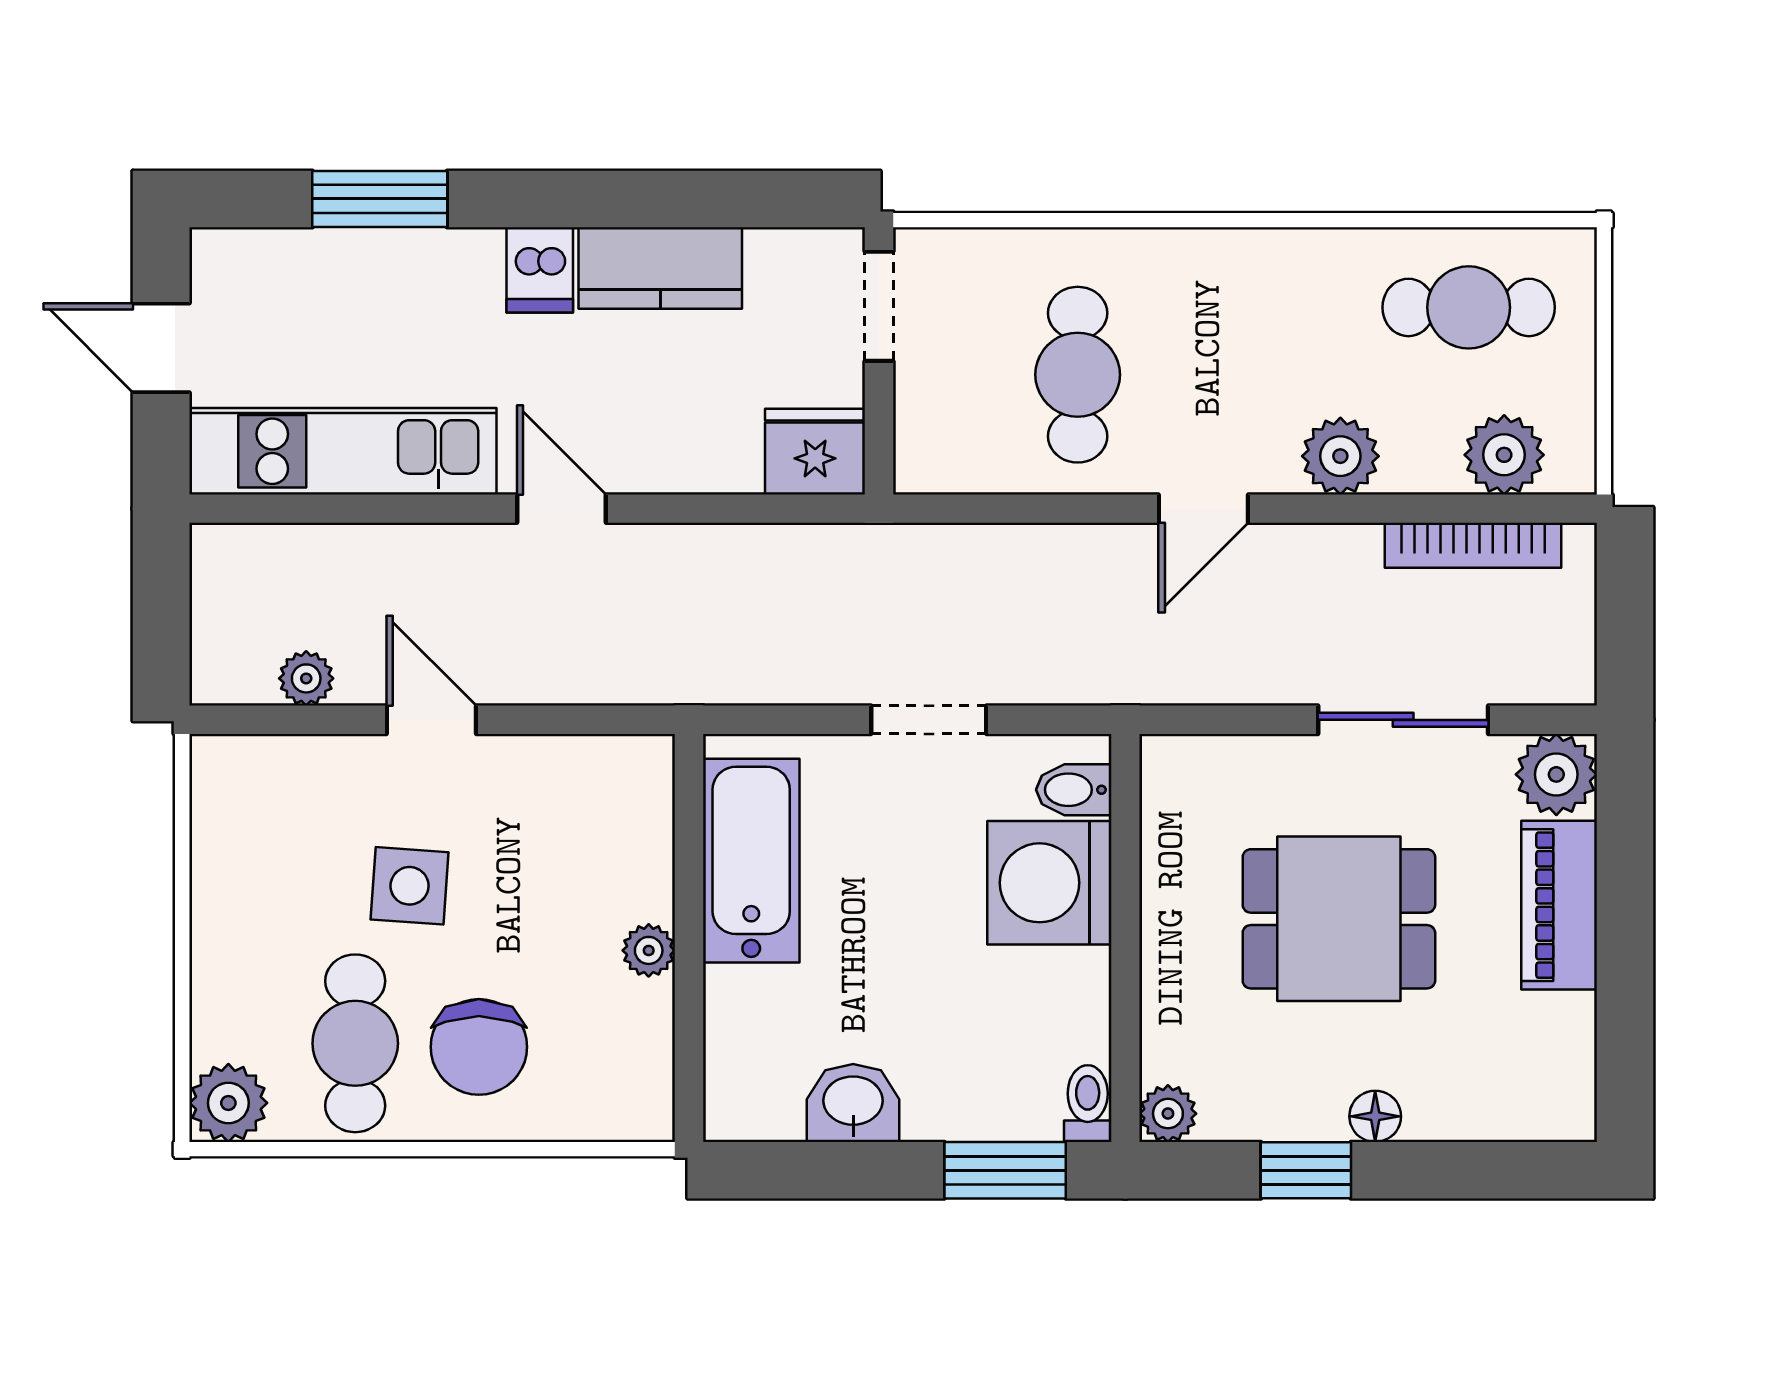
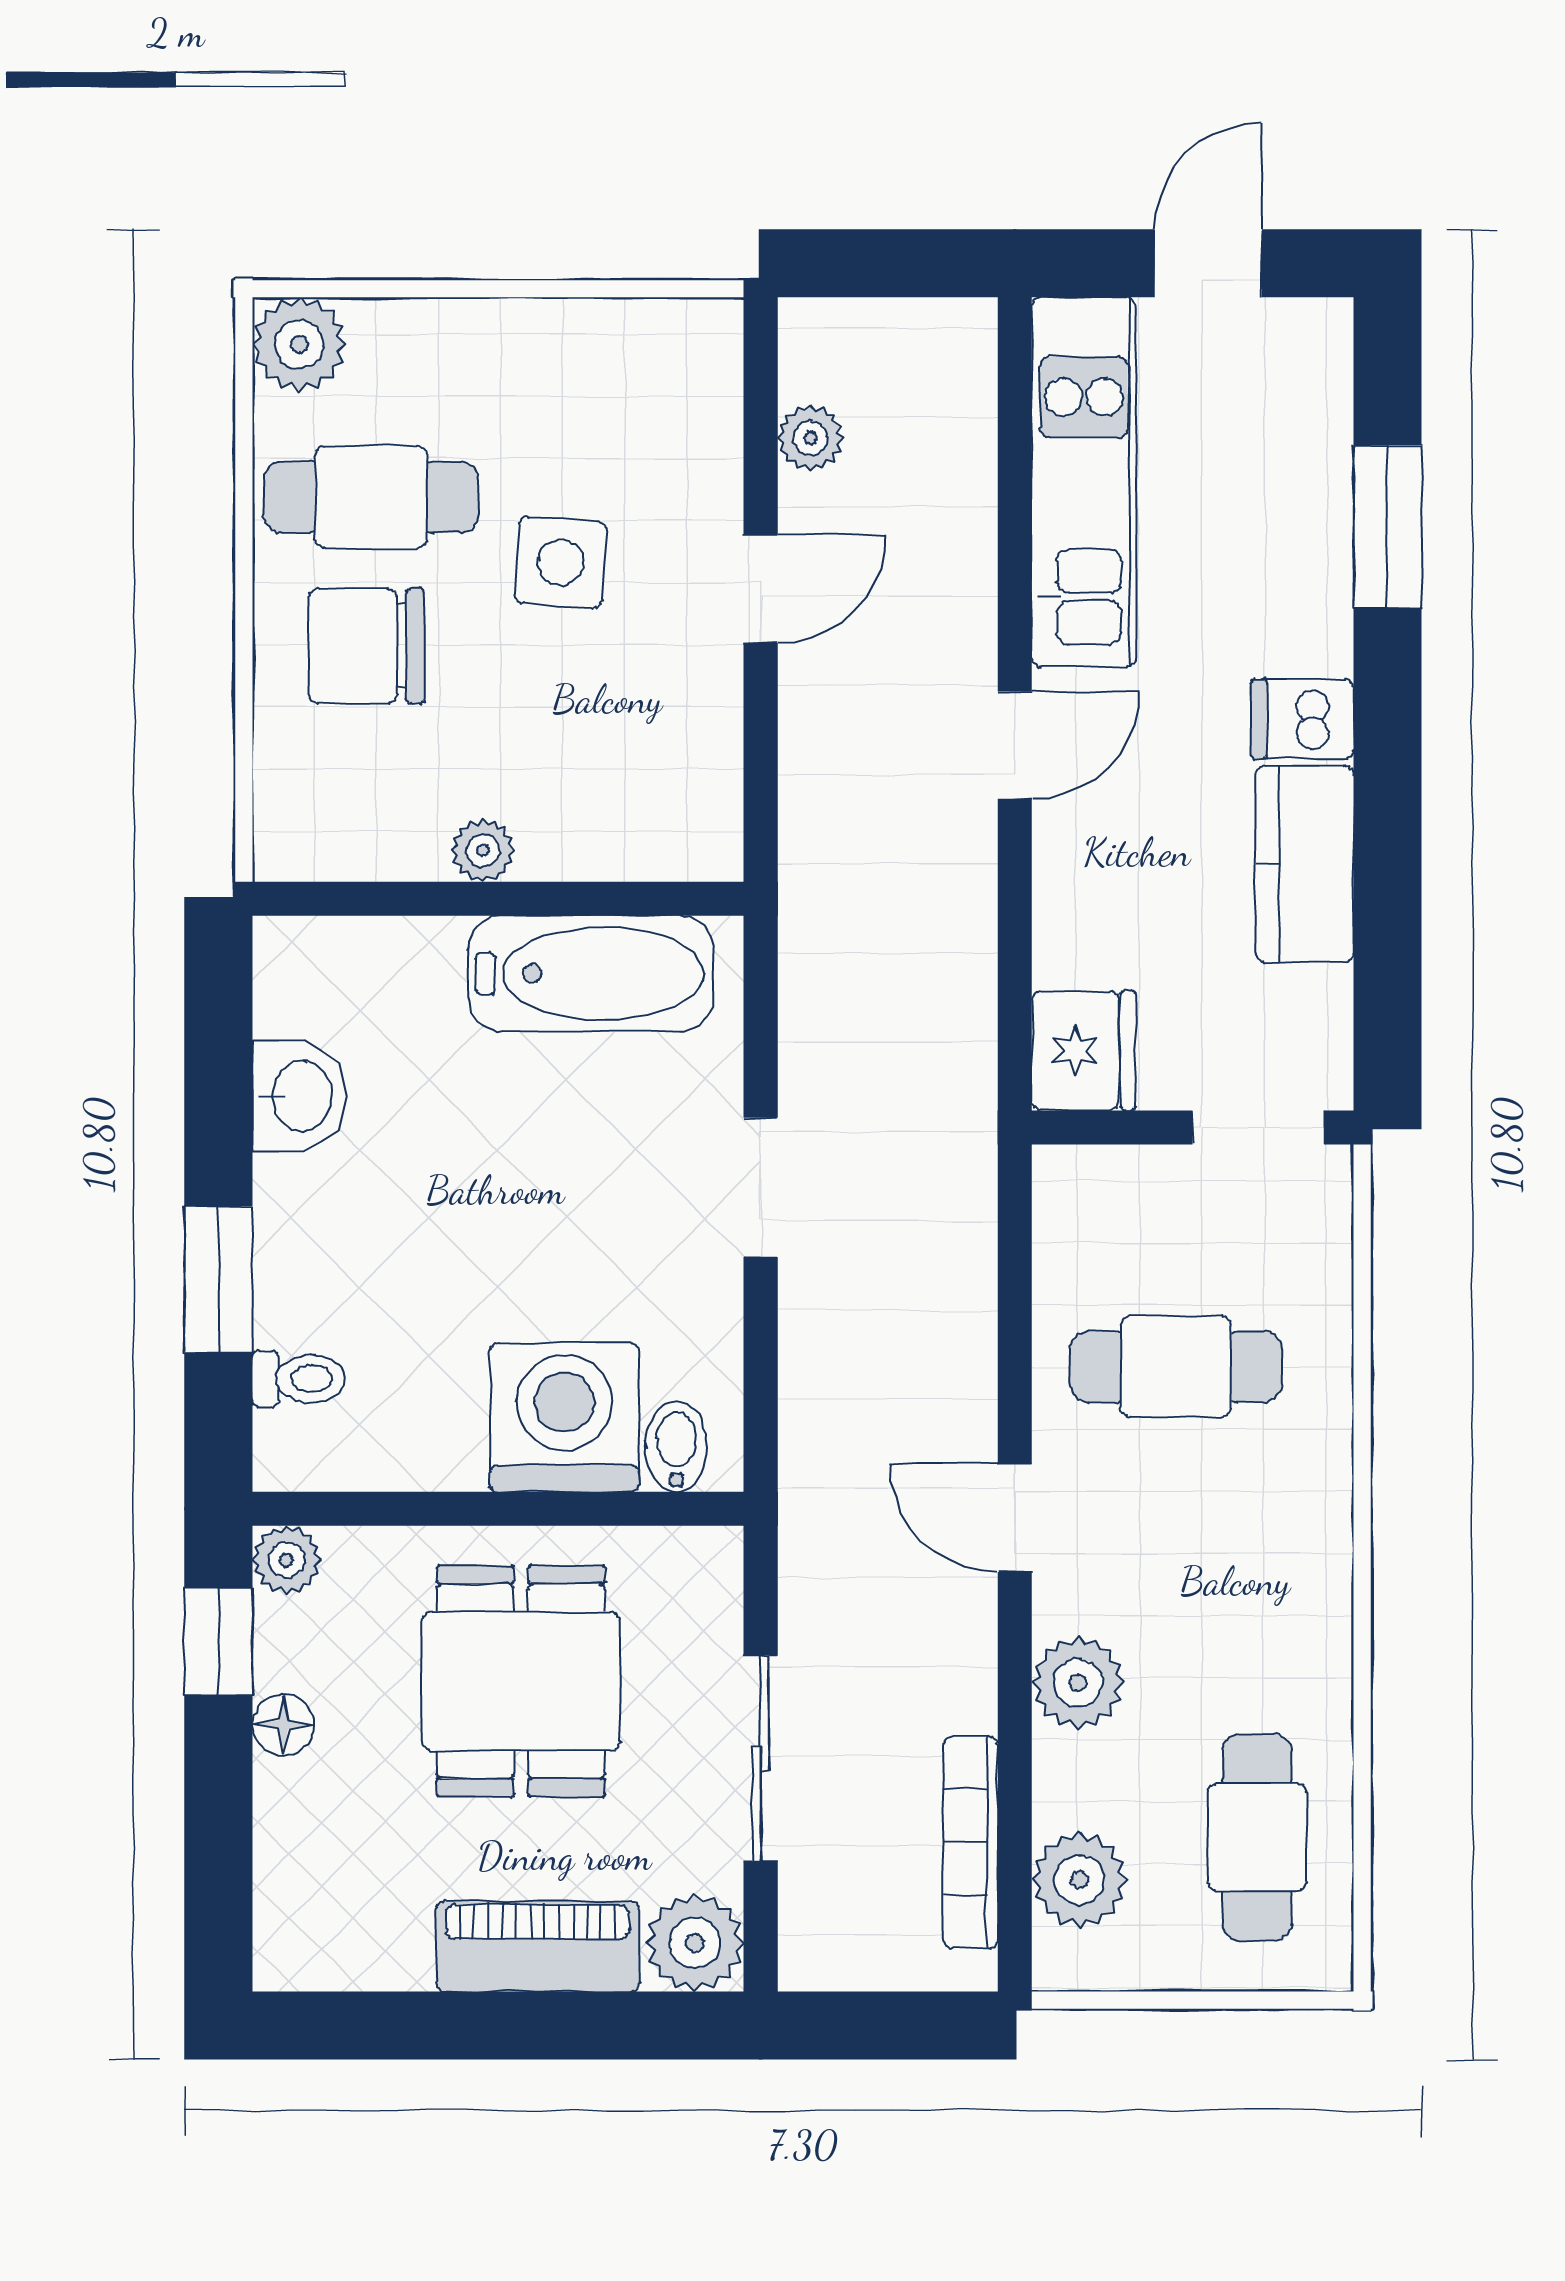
bidet: (1074, 790) -> (676, 1447), moved
washing machine: (1049, 883) -> (564, 1417), moved
wall: (1125, 938) -> (498, 1509), moved
plant: (1168, 1114) -> (287, 1560), moved

